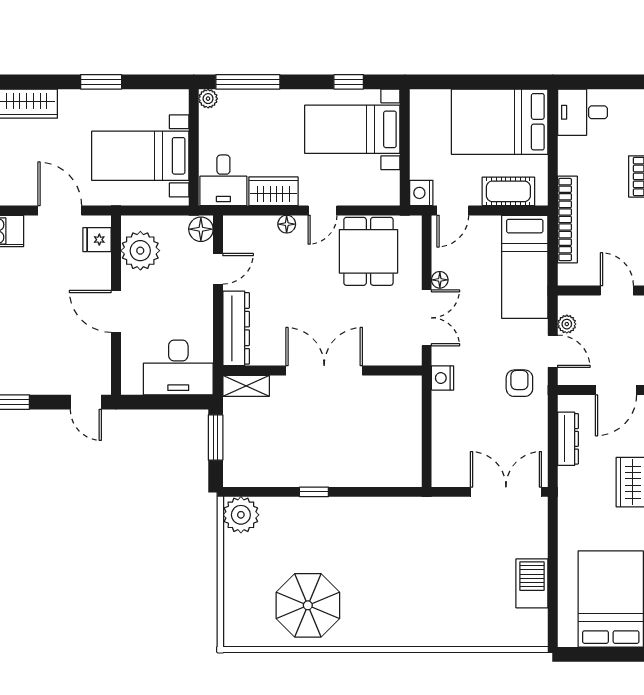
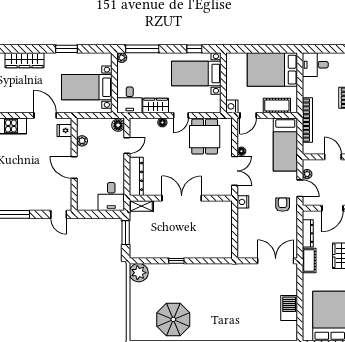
plant: (140, 251) -> (82, 141), width x0.53, depth x0.53
desk: (178, 367) -> (111, 197), width x0.73
cot: (571, 491) -> (309, 261), added

